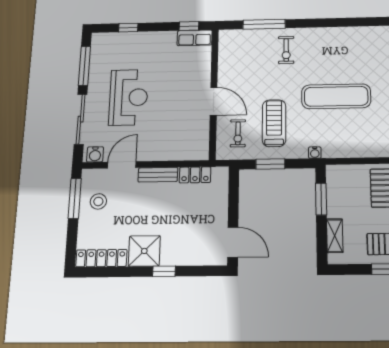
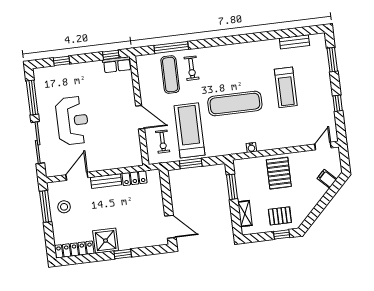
exercise mat: (259, 55) -> (170, 75), added
treadmill: (274, 123) -> (189, 130), width x1.37, depth x1.38
water cooler: (315, 153) -> (251, 148), moved
water cooler: (95, 154) -> (55, 170), removed

